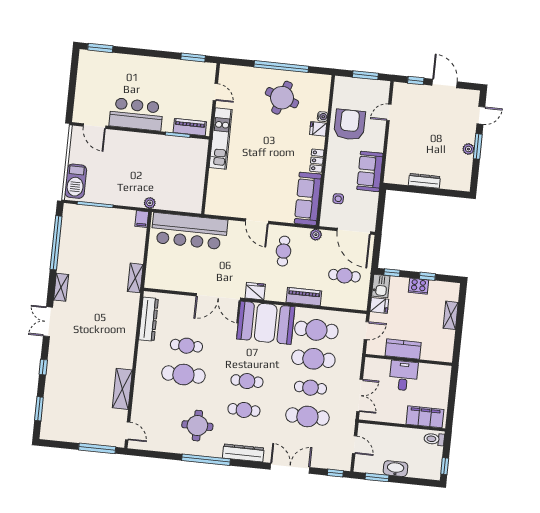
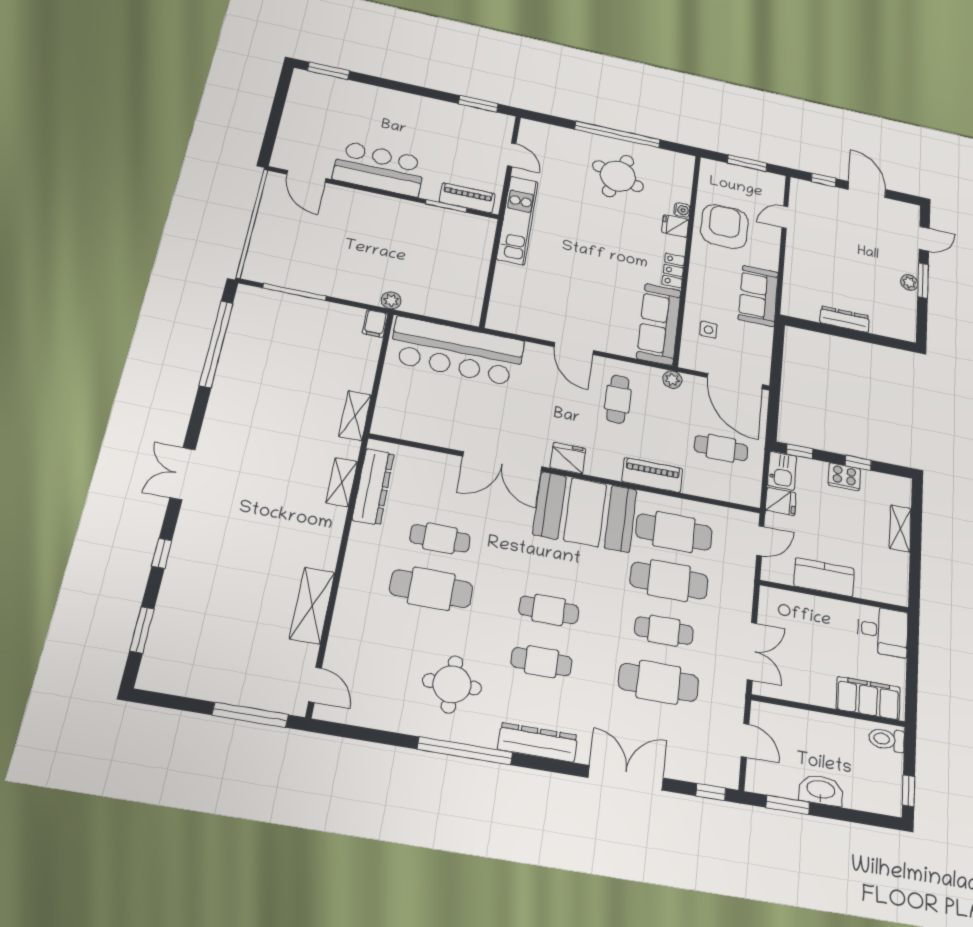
barbecue: (76, 181) -> (264, 253), removed
shelving: (61, 287) -> (342, 482), moved
desk: (404, 376) -> (883, 631), moved, turned 90

